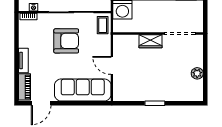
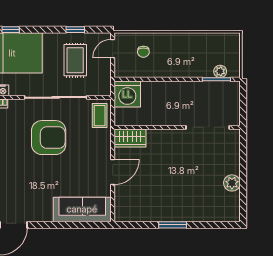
wardrobe: (150, 41) -> (130, 138), moved
door: (112, 65) -> (113, 172), swing flipped
sofa: (83, 90) -> (82, 209), width x0.74, depth x0.79

